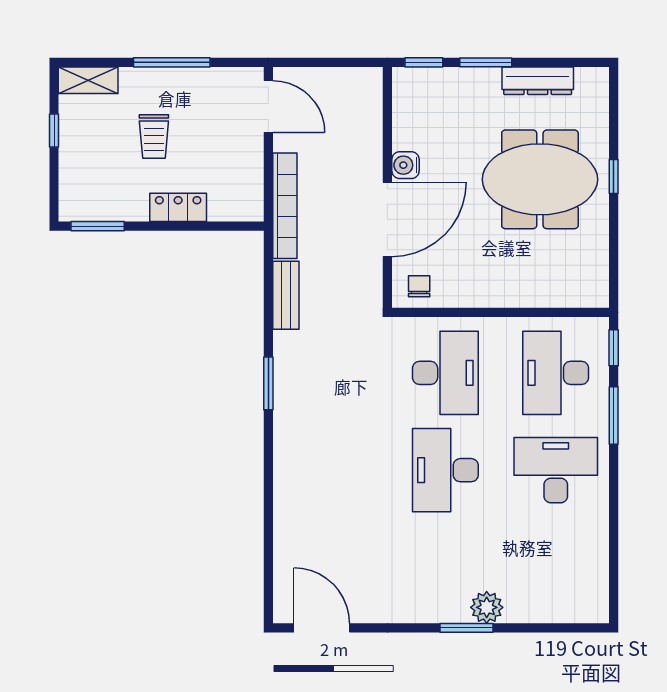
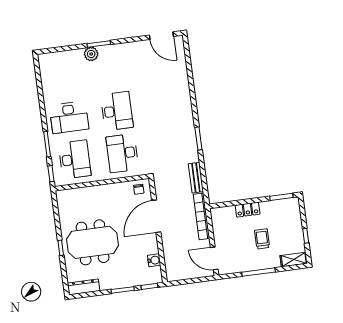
dresser: (538, 81) -> (84, 287), moved
water cooler: (405, 165) -> (154, 260), moved

